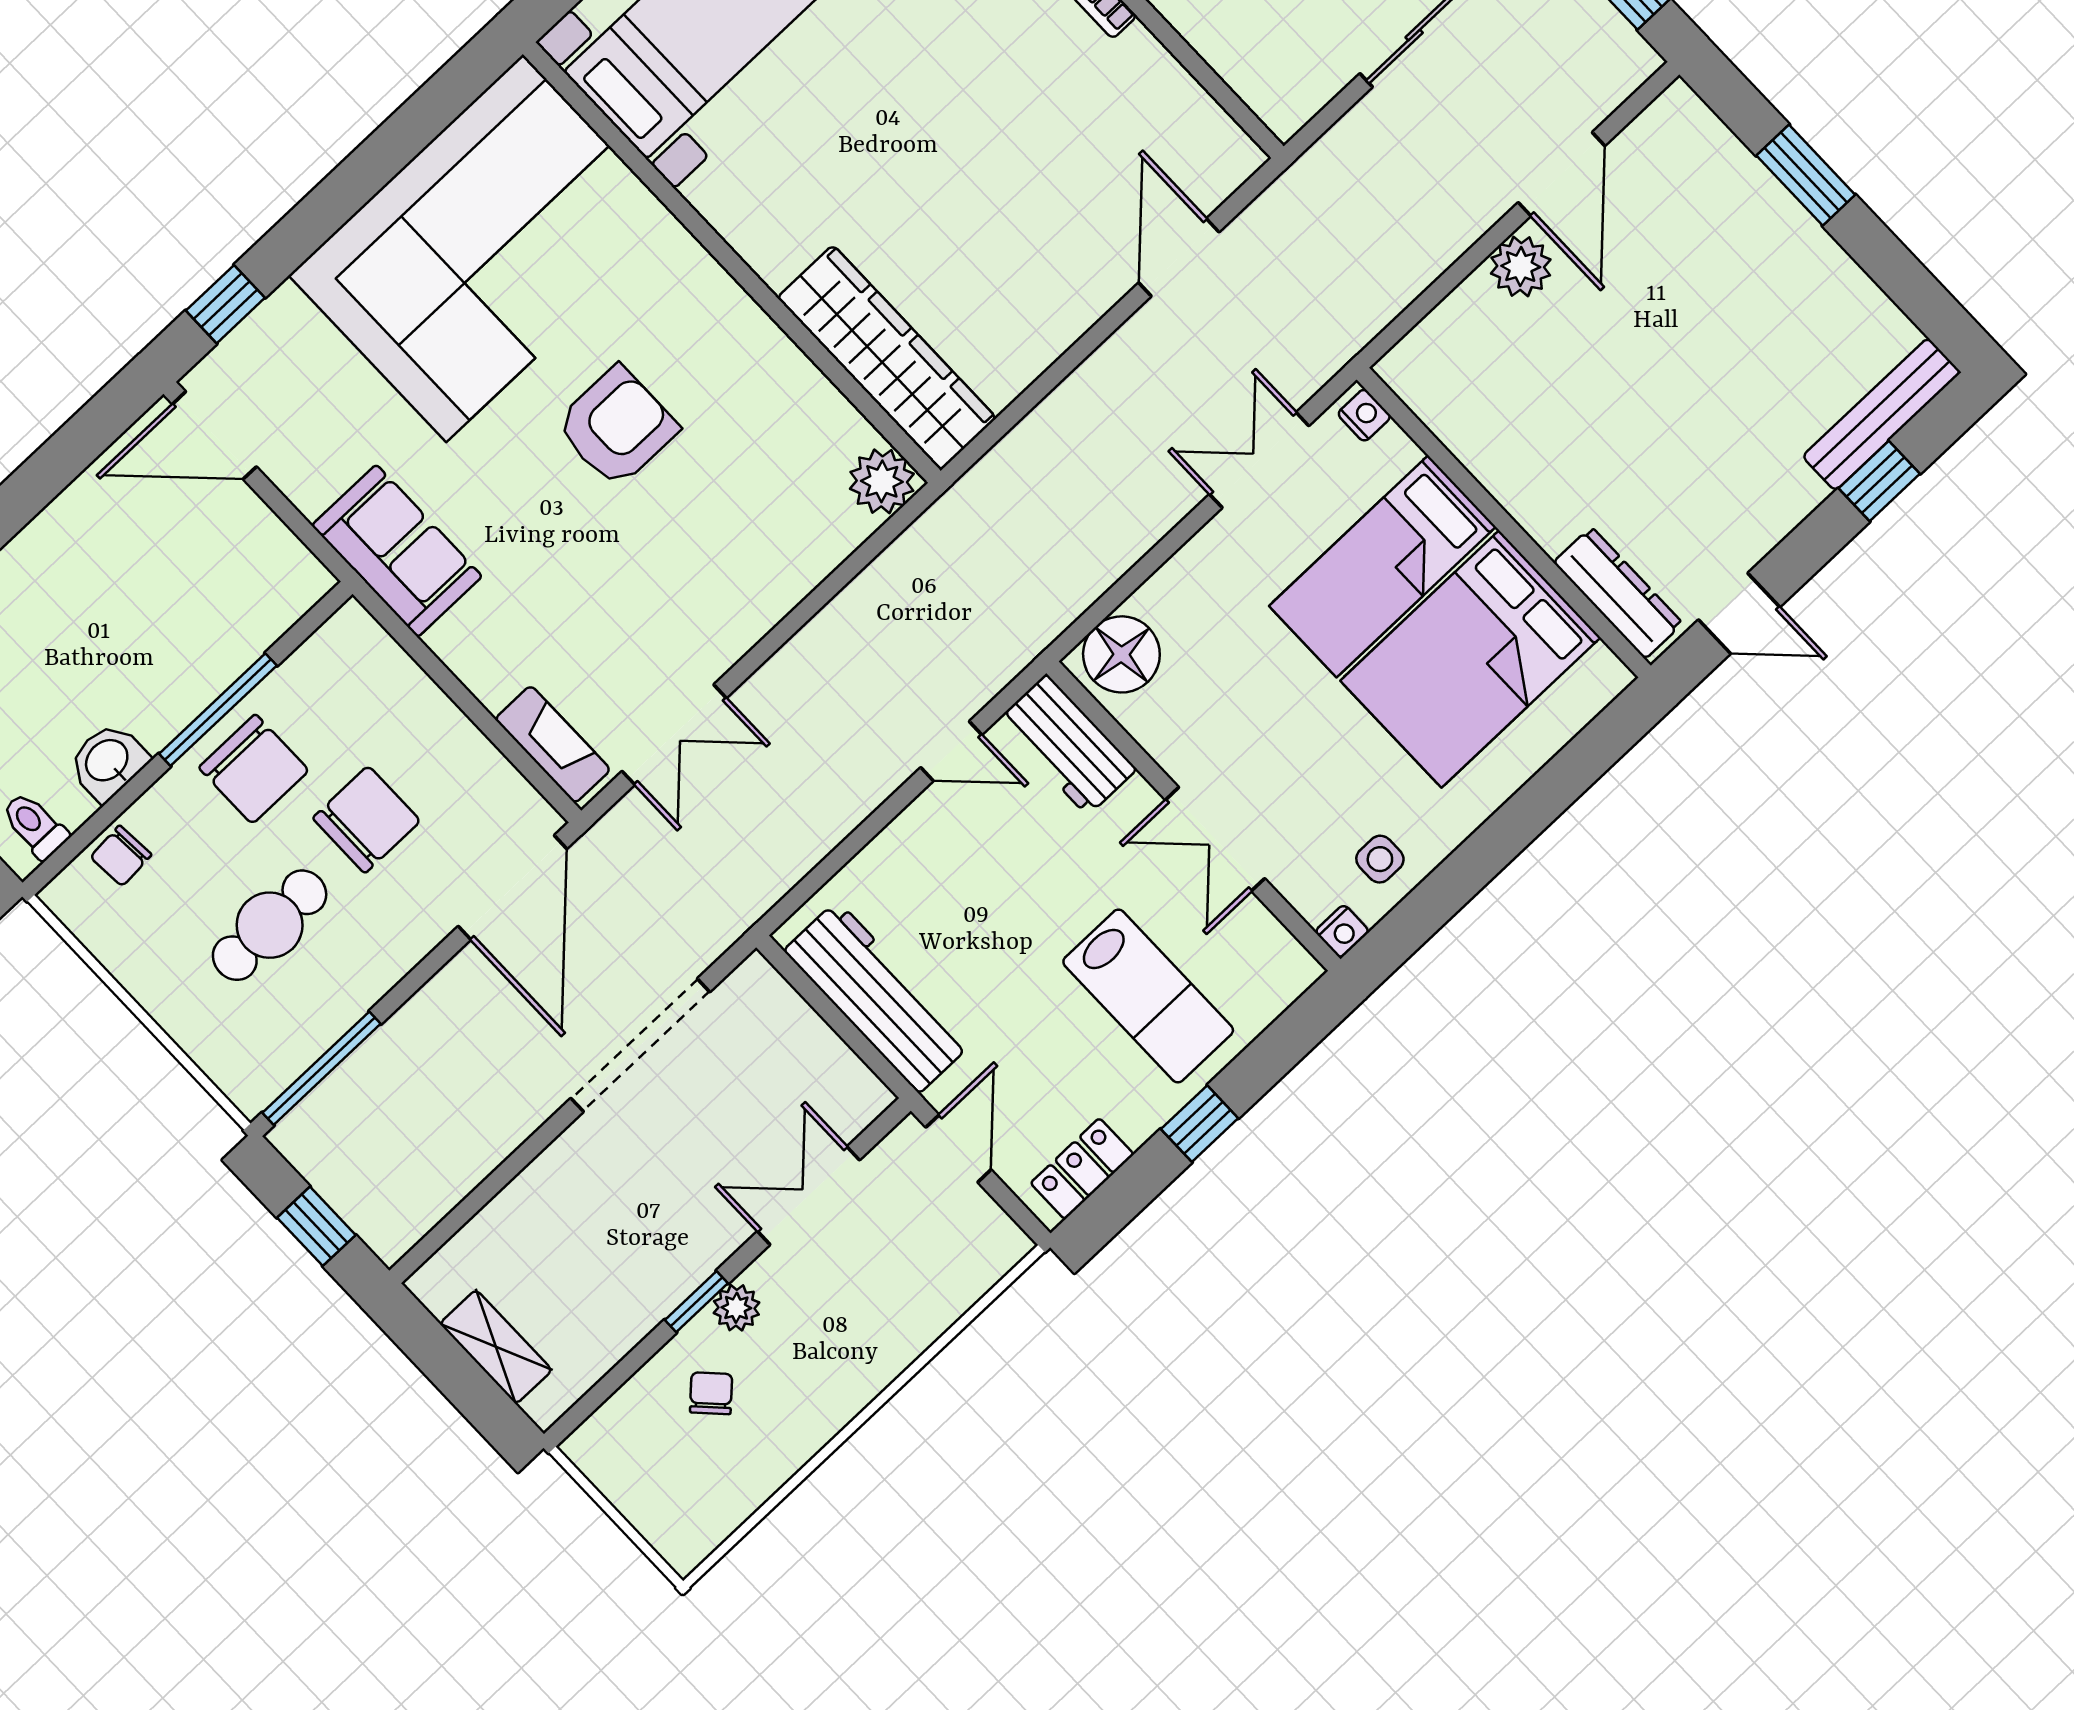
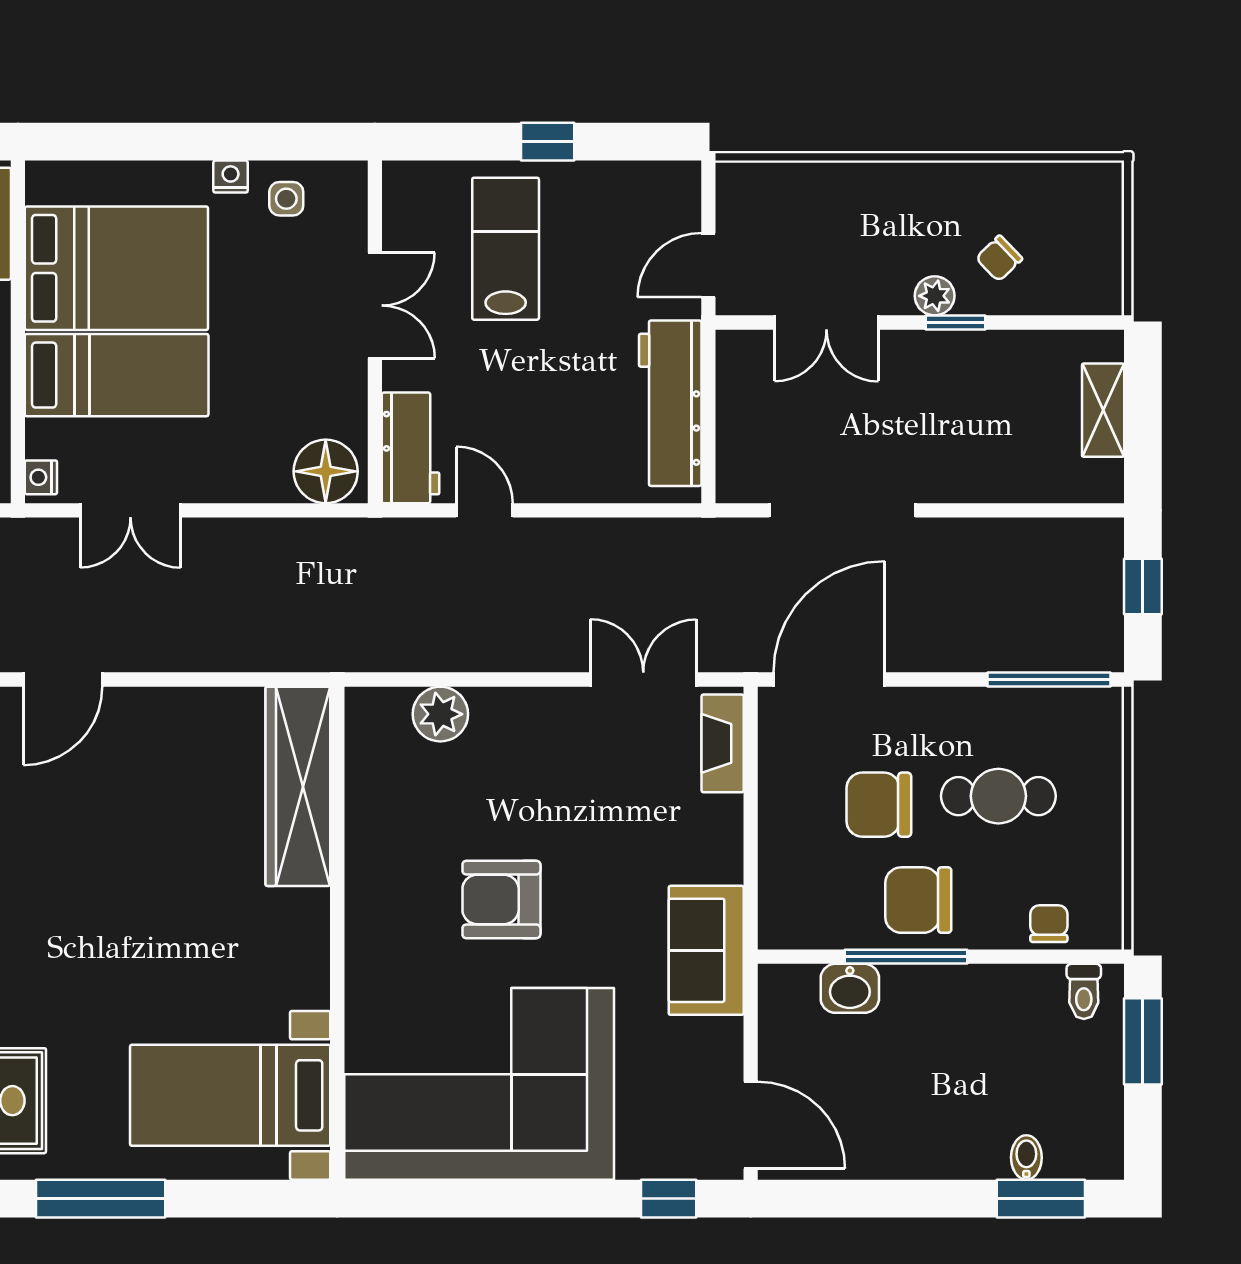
plant: (882, 481) -> (440, 714), moved
washbasin: (108, 761) -> (850, 988), moved
chair: (254, 769) -> (918, 900), turned -90
chair: (121, 856) -> (1049, 924), turned -86
nightstand: (1342, 931) -> (231, 177), moved
locker: (1082, 1169) -> (645, 182), removed

